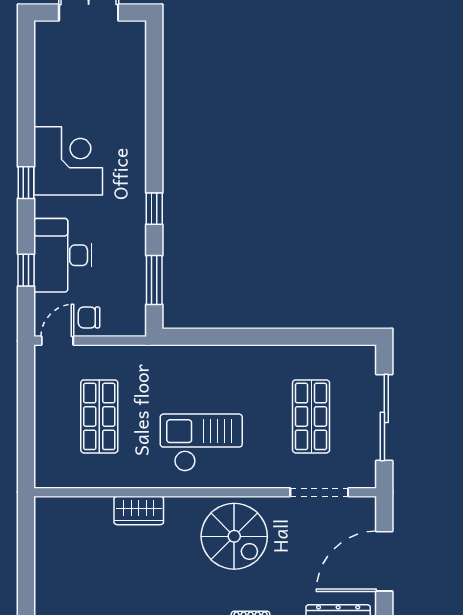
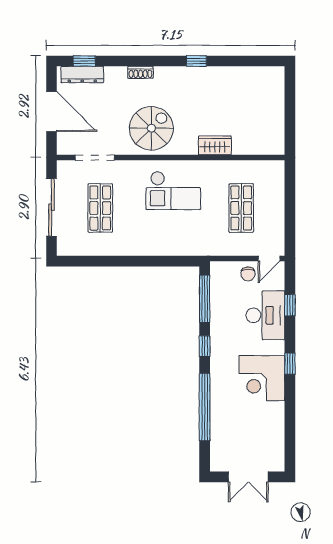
window: (154, 117) -> (205, 407), added
window: (154, 280) -> (205, 299), width x1.44
chair: (89, 317) -> (248, 274), turned 90
spiral stairs: (234, 536) -> (151, 128), turned 90
door: (384, 561) -> (52, 112), hinge flipped

